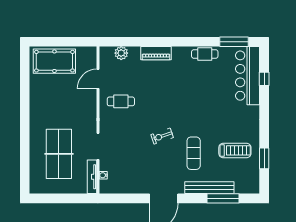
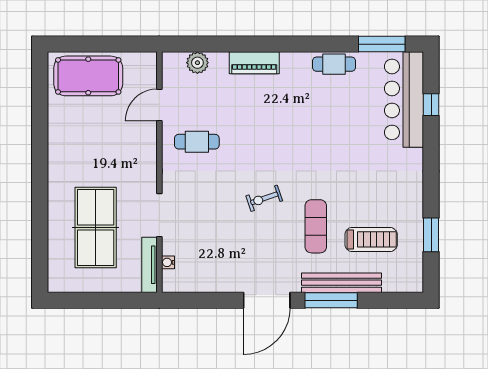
treadmill: (235, 150) -> (371, 239), moved
window: (223, 198) -> (331, 300), moved

